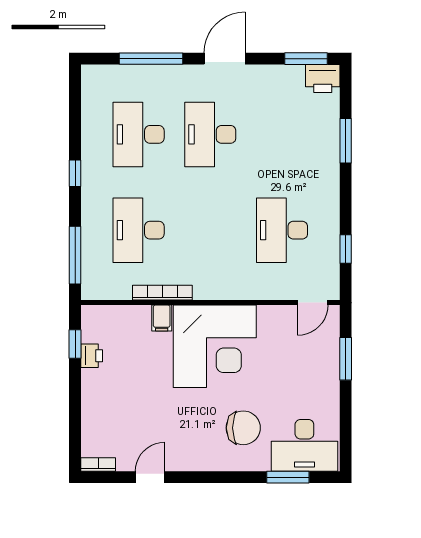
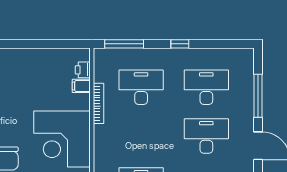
filing cabinet: (162, 318) -> (81, 86), moved
window: (75, 344) -> (64, 44), removed
printer: (92, 356) -> (83, 70), moved, turned 90

